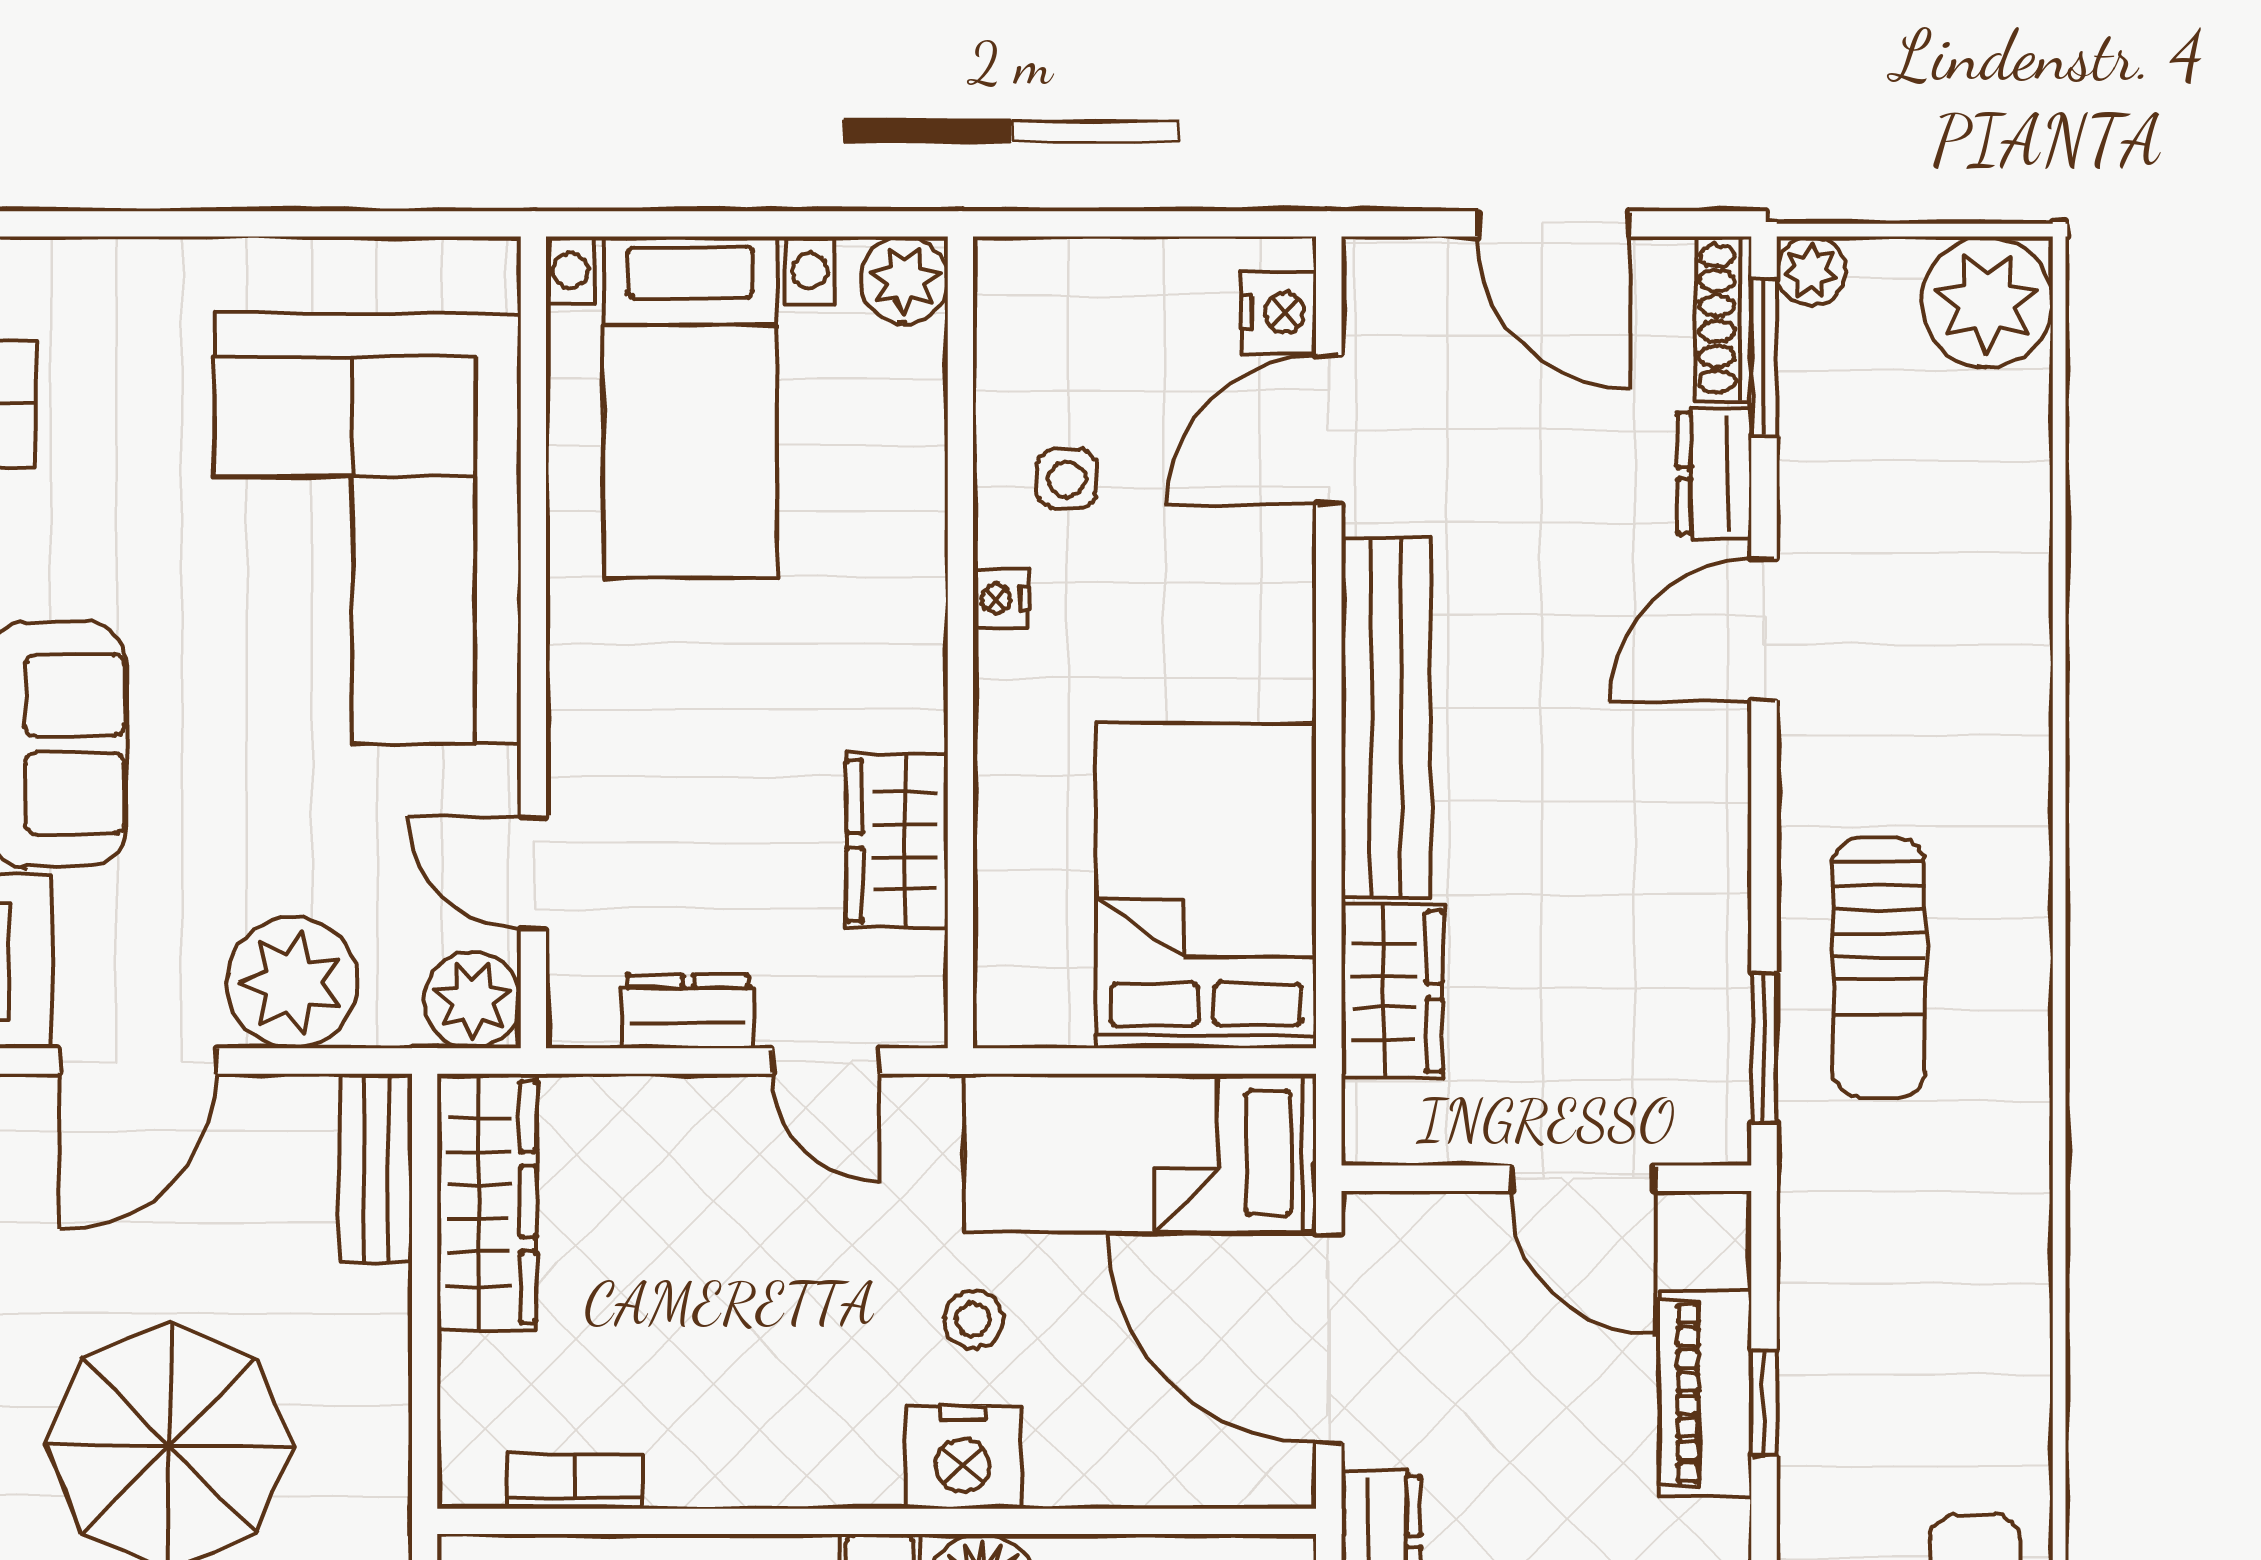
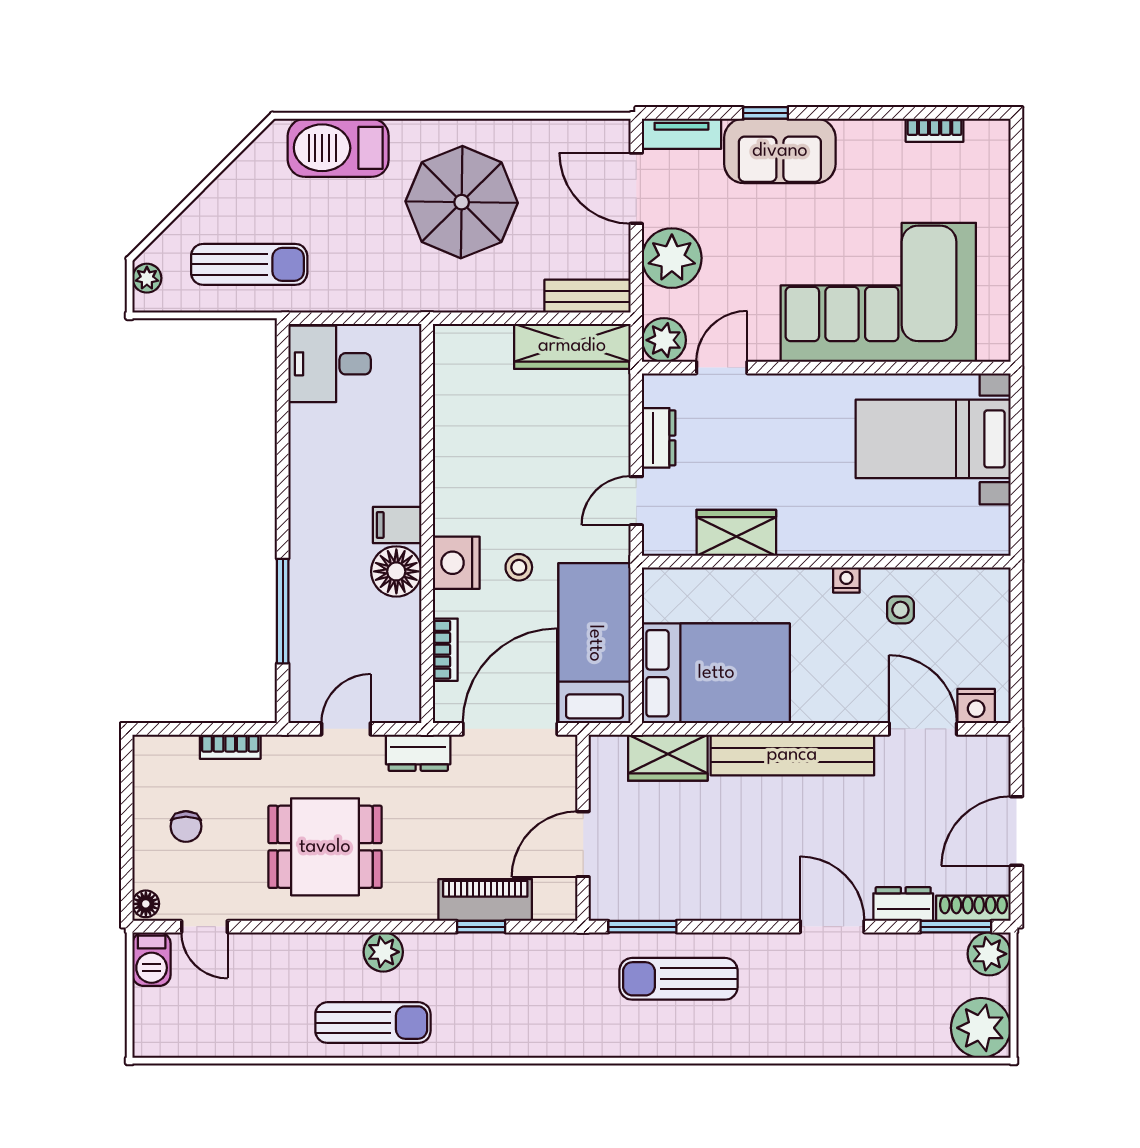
plant: (1811, 271) -> (989, 954), width x1.38, depth x1.38
plant: (904, 280) -> (991, 536), removed
bookcase: (575, 1481) -> (445, 650), moved

